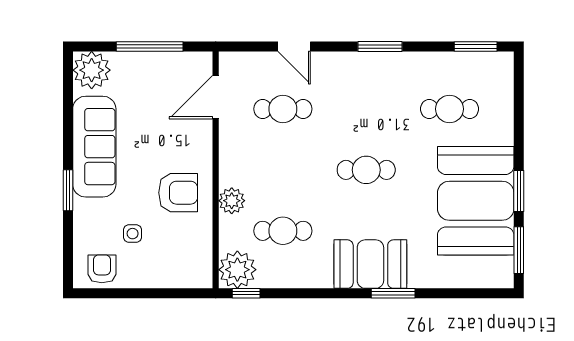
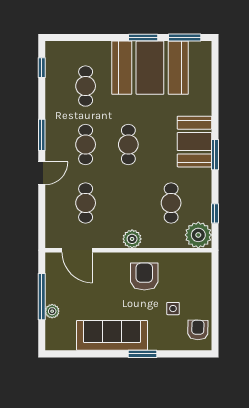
door: (294, 47) -> (42, 173), moved
window: (476, 47) -> (42, 68), width x0.67
plant: (92, 70) -> (52, 311), moved, width x0.53, depth x0.53
cafe table: (366, 109) -> (86, 145), added
plant: (232, 201) -> (132, 239), moved
armchair: (102, 269) -> (198, 330), turned 91
window: (246, 293) -> (215, 213), moved
window: (393, 293) -> (215, 155), moved

